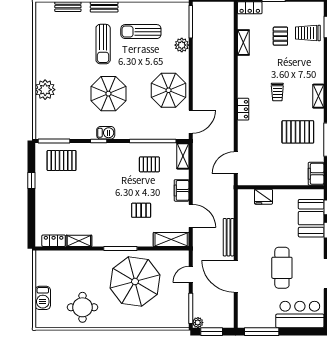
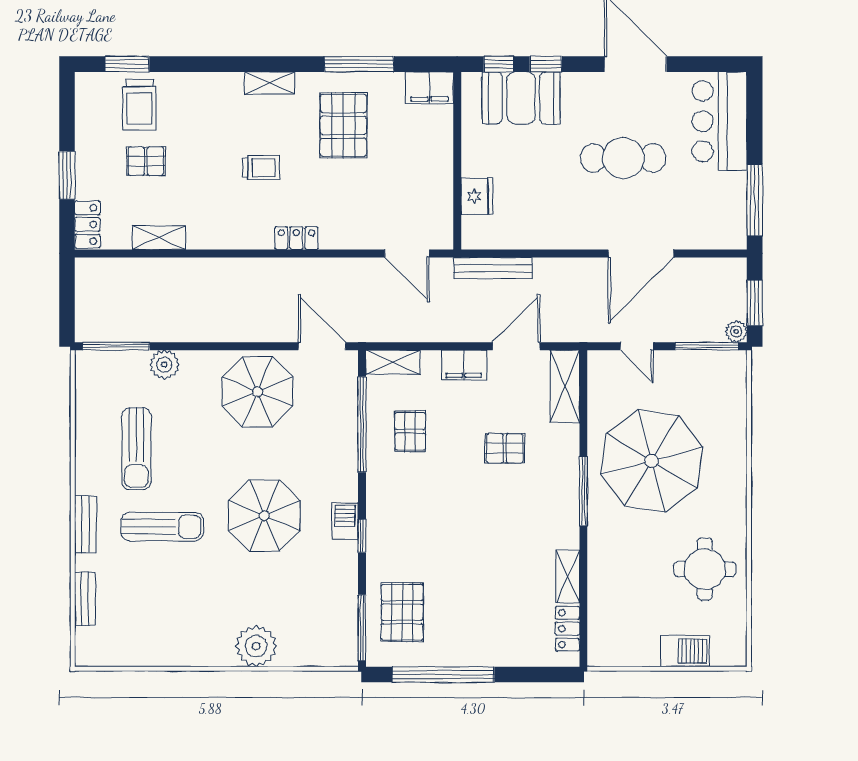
window: (31, 180) -> (443, 675), width x3.17
pallet: (141, 210) -> (505, 448), turned 90
bench: (229, 237) -> (493, 268), moved

